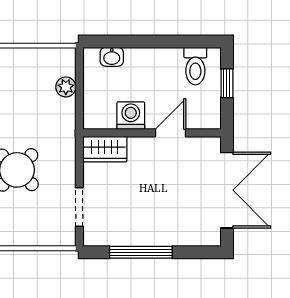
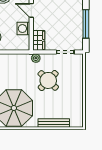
plant: (66, 87) -> (36, 58), moved

